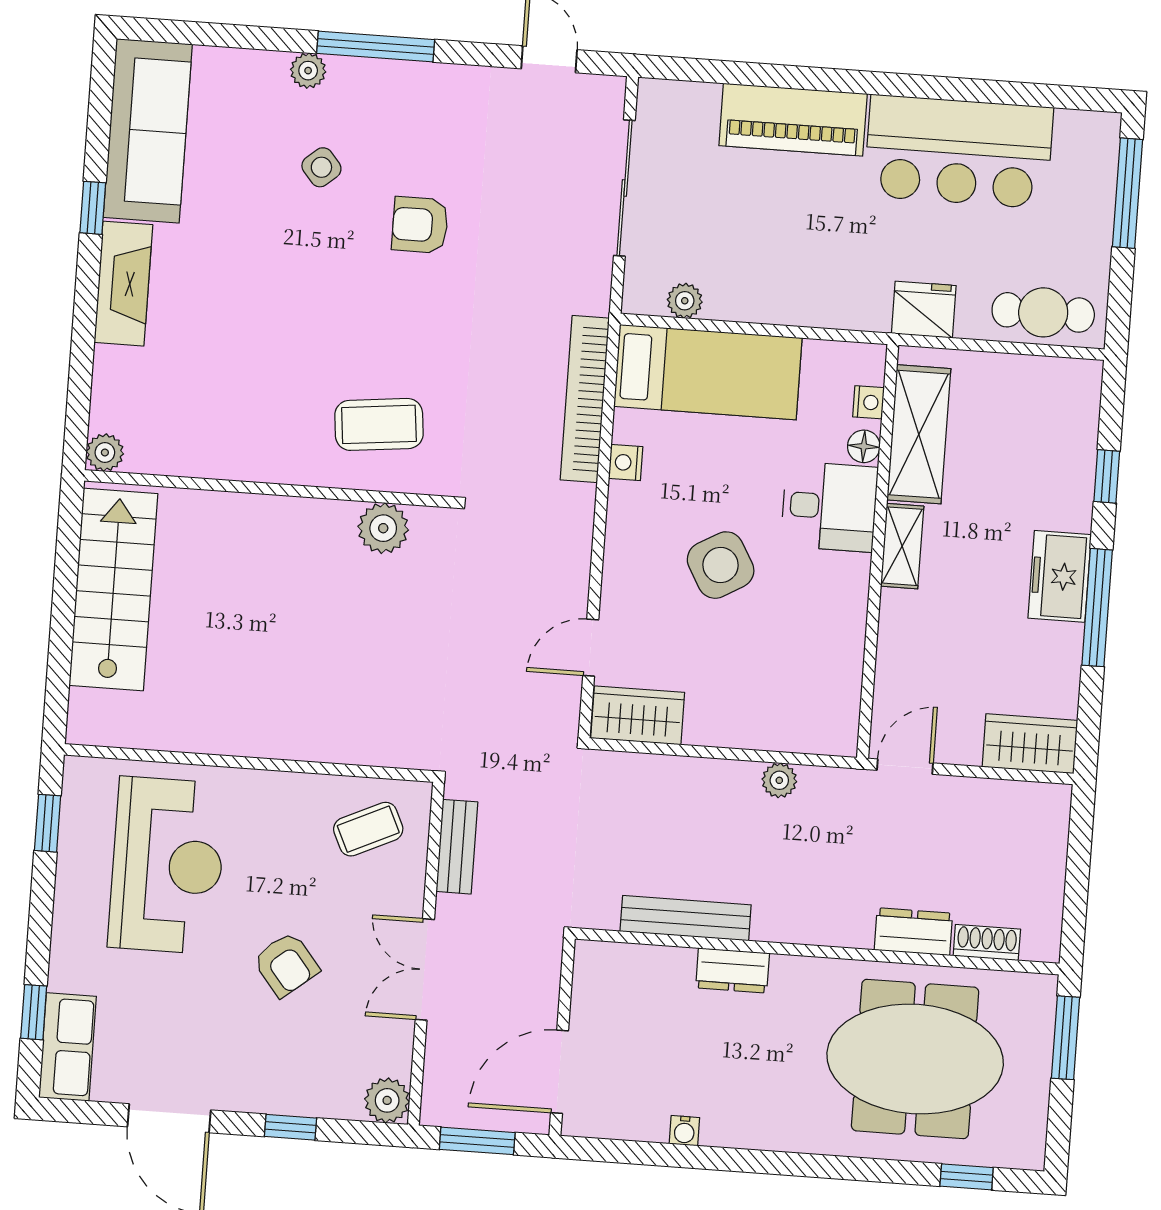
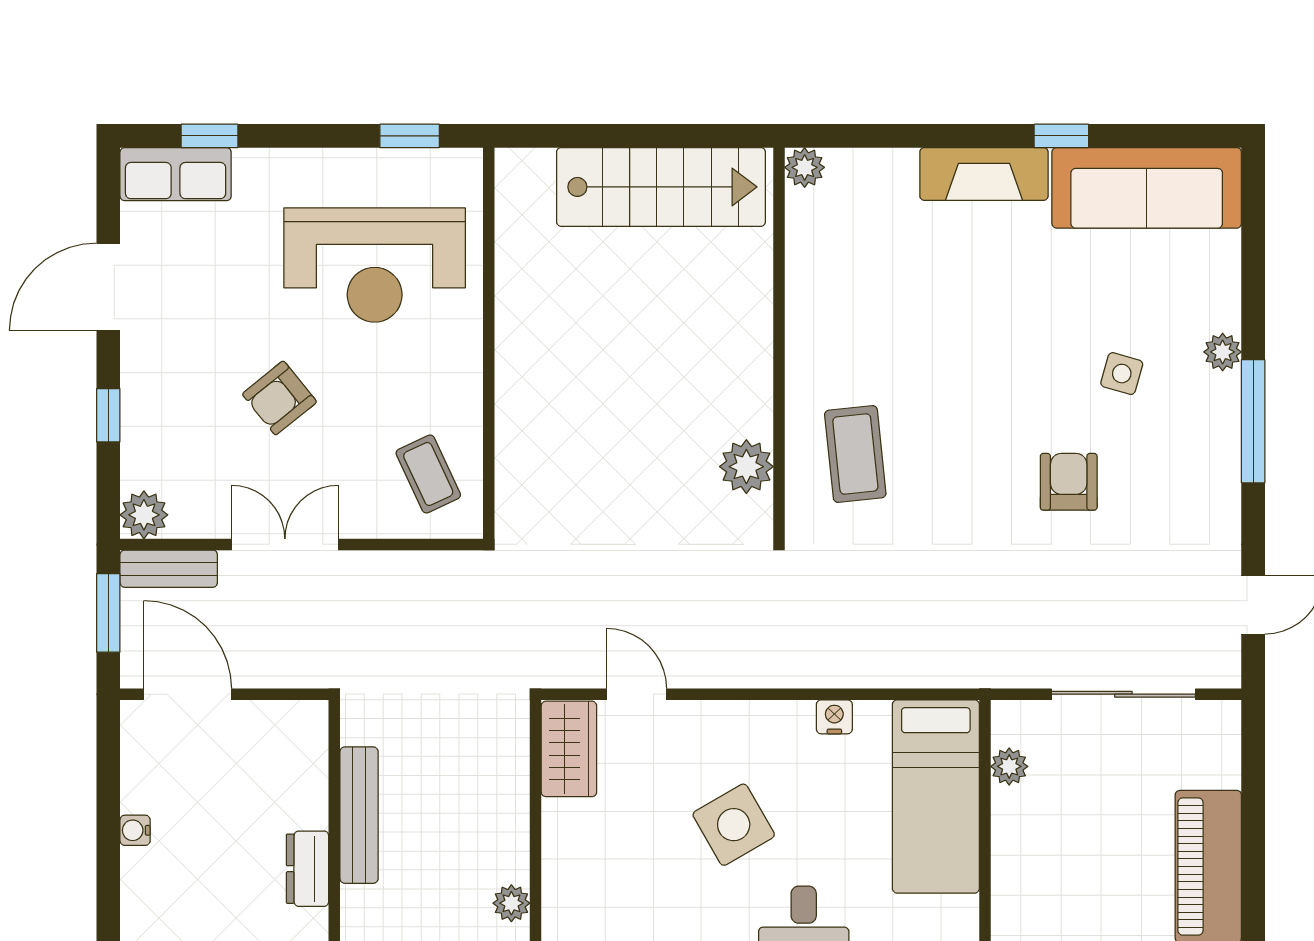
side table: (321, 167) -> (1122, 374), turned -34
bookcase: (585, 399) -> (898, 669), removed
bench: (457, 847) -> (169, 569), moved

